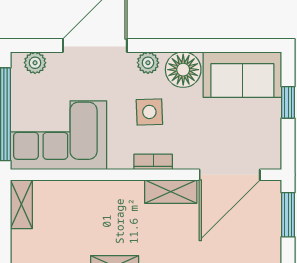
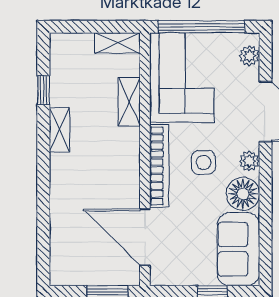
bookcase: (153, 162) -> (159, 166), width x2.31, depth x1.31
shelving: (171, 192) -> (129, 102), moved

